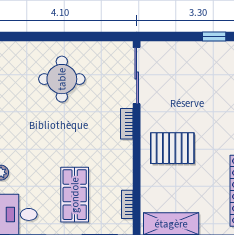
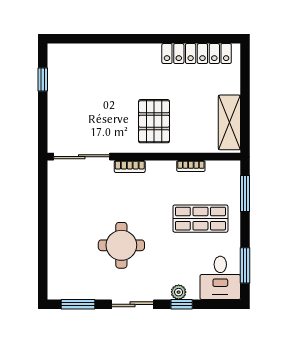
round table: (62, 79) -> (121, 245), moved
bookcase: (127, 204) -> (191, 166), moved

